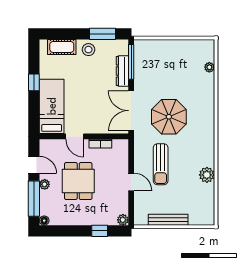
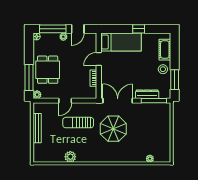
dining table: (78, 181) -> (48, 70), moved, turned 90
window: (100, 231) -> (29, 77), width x2.17

